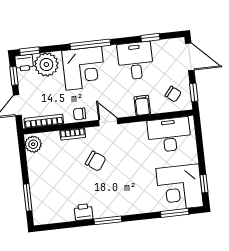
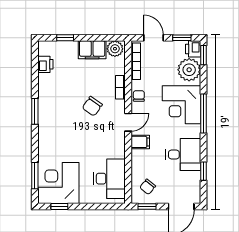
filing cabinet: (142, 105) -> (140, 142), moved
filing cabinet: (37, 168) -> (92, 50), added
window: (28, 197) -> (65, 38), width x0.67
printer: (83, 212) -> (45, 64), moved

